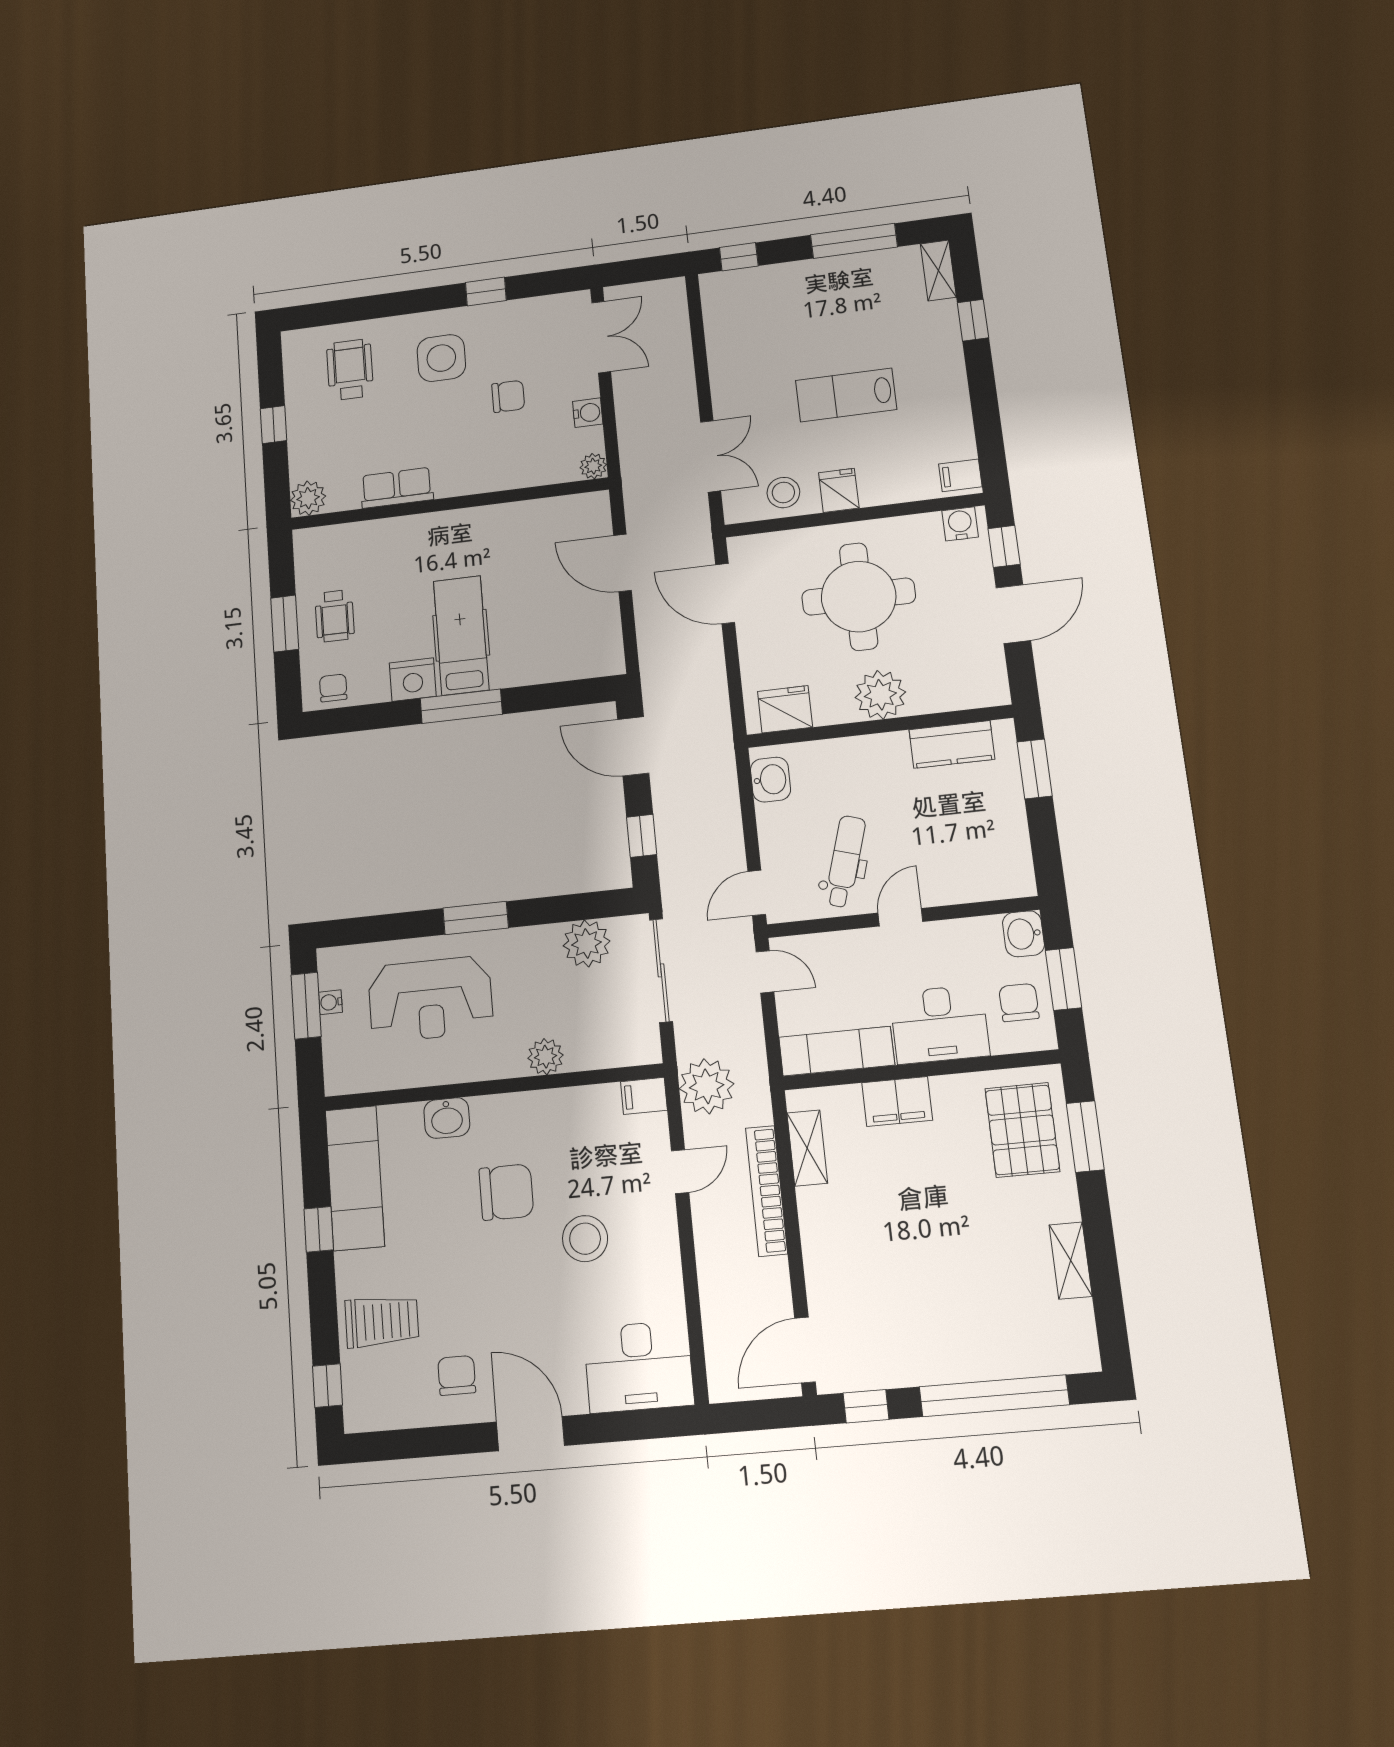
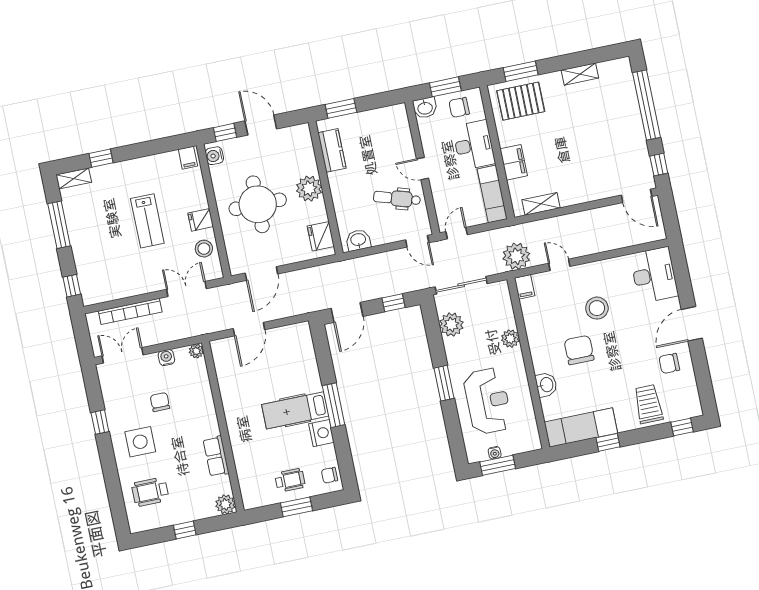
bookcase: (766, 1191) -> (130, 311), moved

